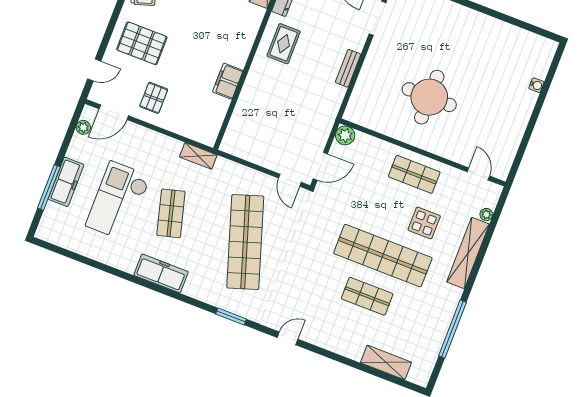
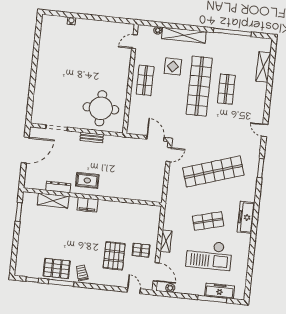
pallet: (142, 43) -> (114, 256), moved
filing cabinet: (228, 81) -> (87, 205), moved
round table: (429, 97) -> (101, 108), moved
plant: (345, 135) -> (133, 128), removed
shelving: (198, 156) -> (166, 241), moved
freezer: (66, 182) -> (220, 291), moved

